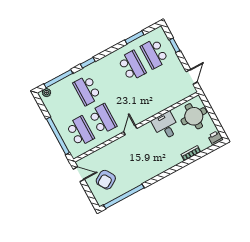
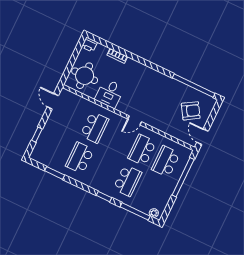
school desk: (154, 54) -> (94, 127), moved
door: (192, 77) -> (53, 101), hinge flipped

